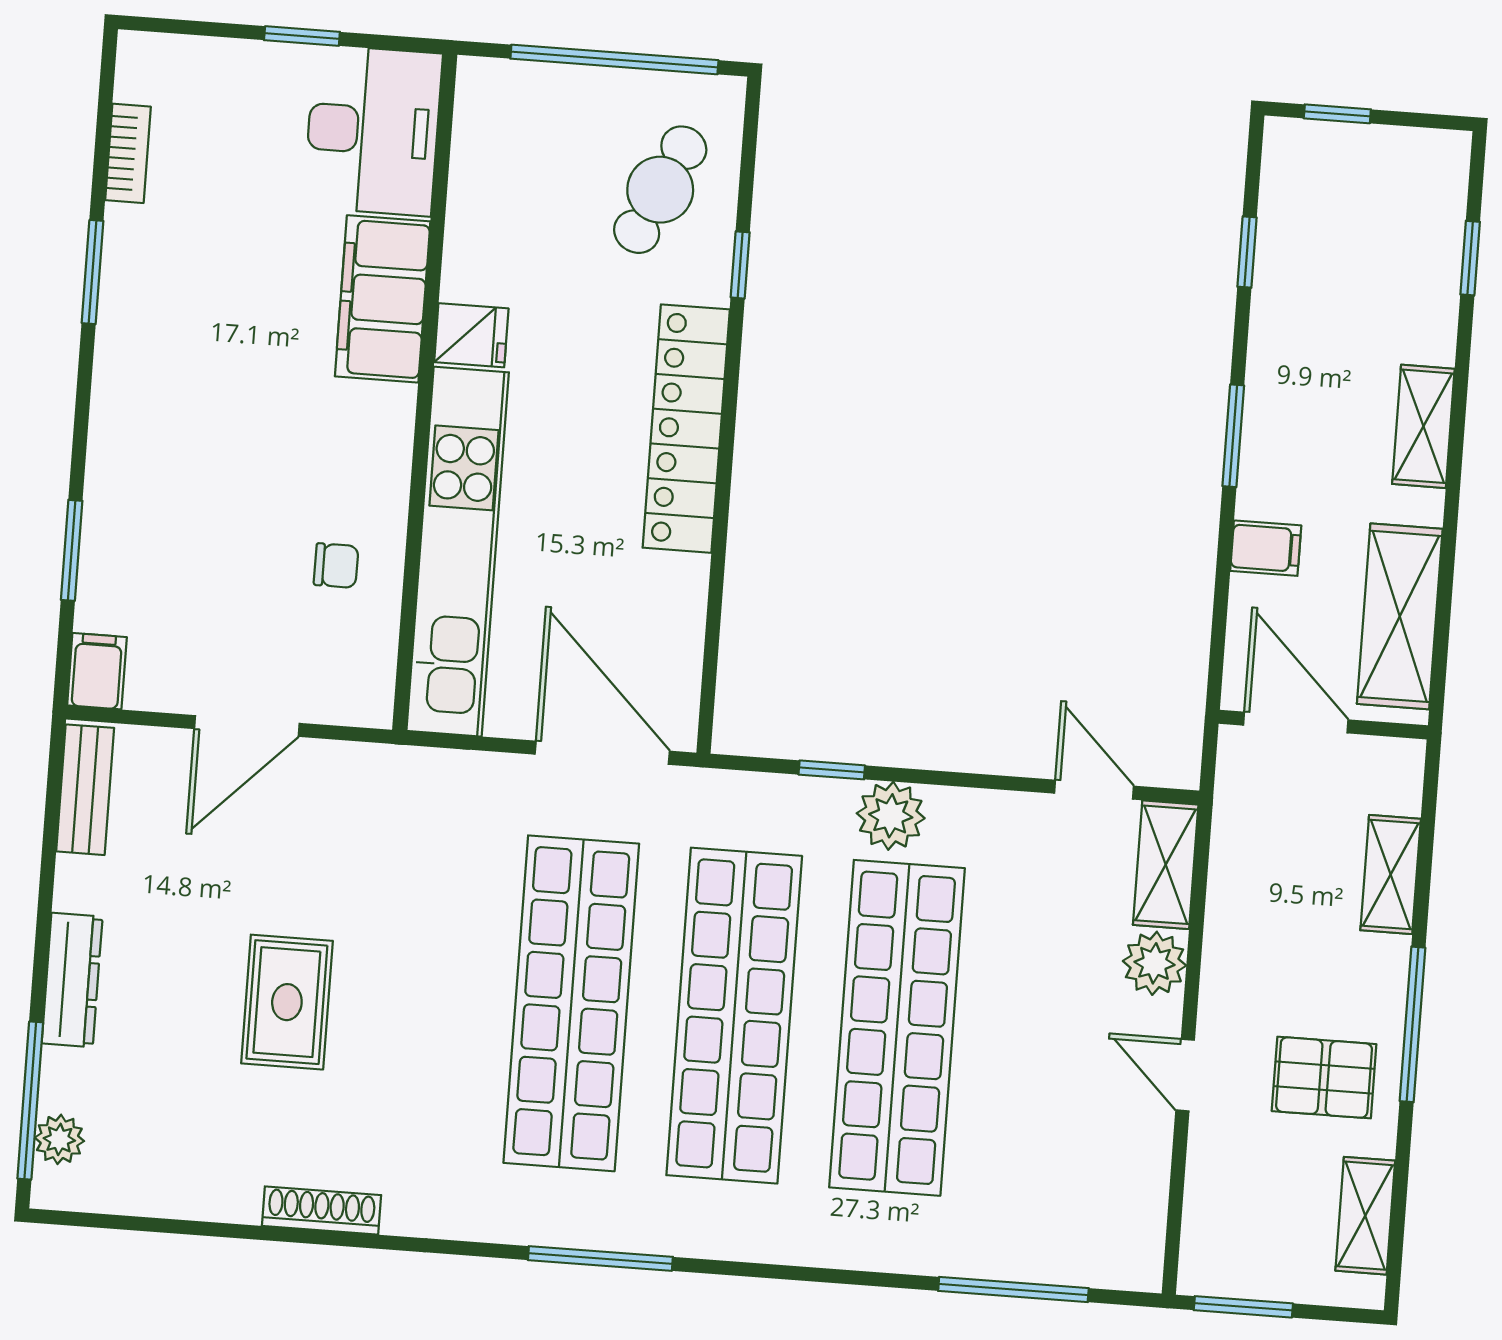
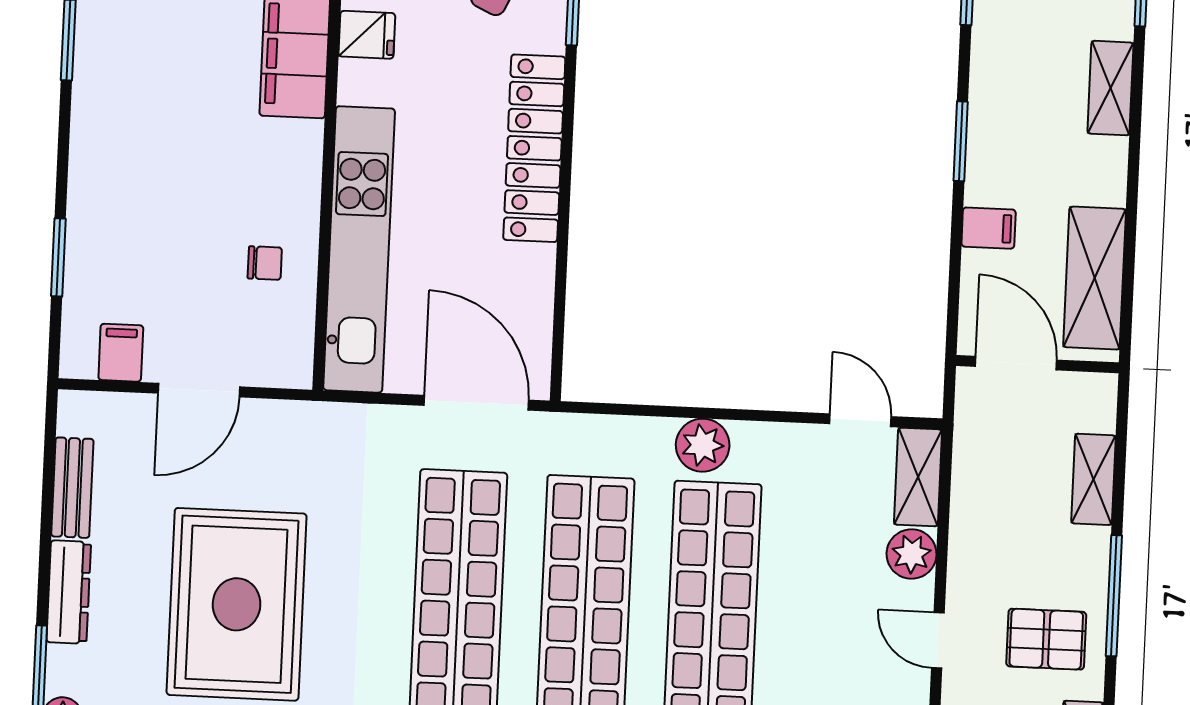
fridge: (471, 335) -> (367, 35), moved
shelving: (1423, 426) -> (1110, 88), moved
filing cabinet: (97, 671) -> (121, 353), moved
window: (832, 770) -> (656, 411), removed
bench: (85, 790) -> (72, 488), moved
rug: (287, 1002) -> (237, 604), width x1.86, depth x2.06

